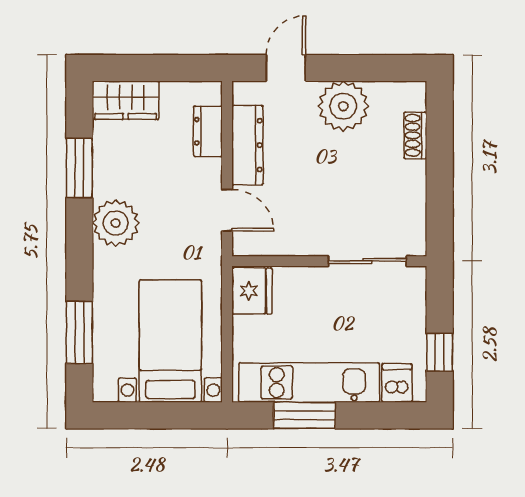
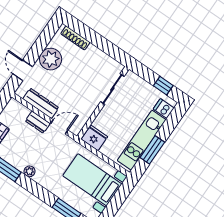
dresser: (208, 131) -> (38, 122), moved
shoe rack: (415, 135) -> (75, 38), width x1.43
plant: (116, 223) -> (30, 171), width x0.53, depth x0.53

